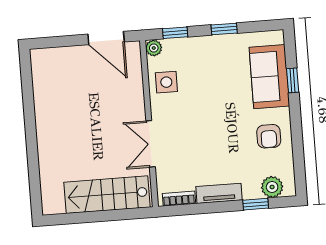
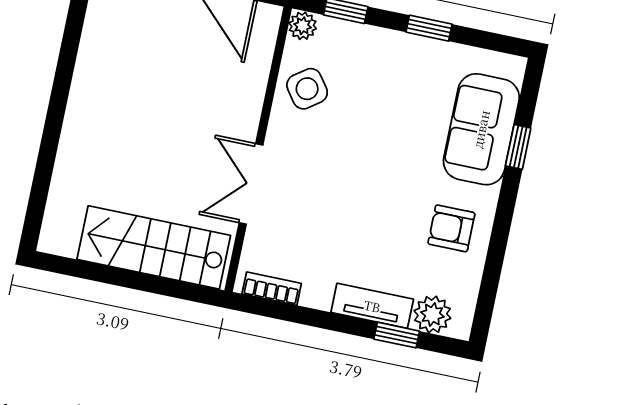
side table: (166, 82) -> (307, 89), turned -36
armchair: (269, 136) -> (451, 228), turned 90
tv unit: (219, 193) -> (372, 306), moved

